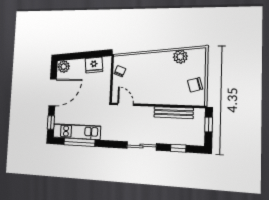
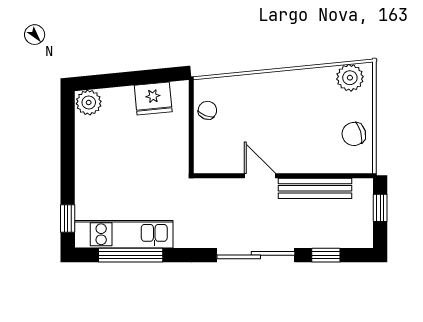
plant: (180, 57) -> (350, 78), moved
door: (53, 92) -> (68, 156), removed
door: (125, 104) -> (260, 176), moved
sliding door: (141, 146) -> (256, 255), width x1.37

